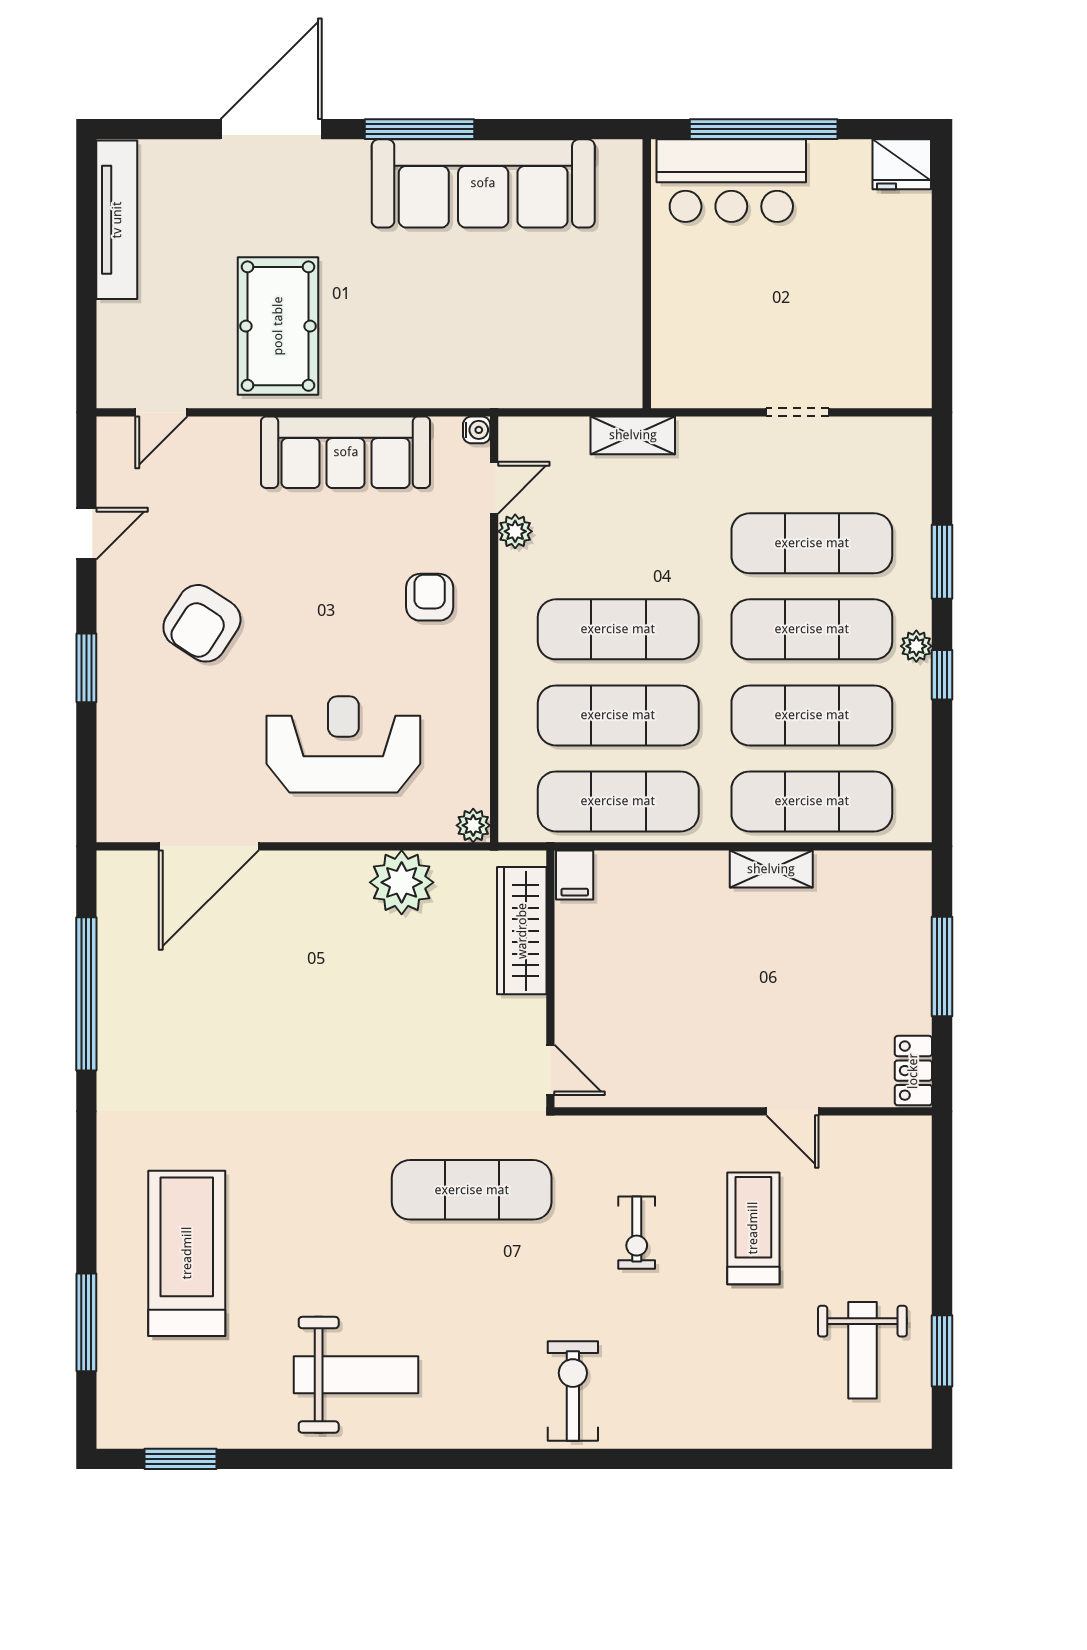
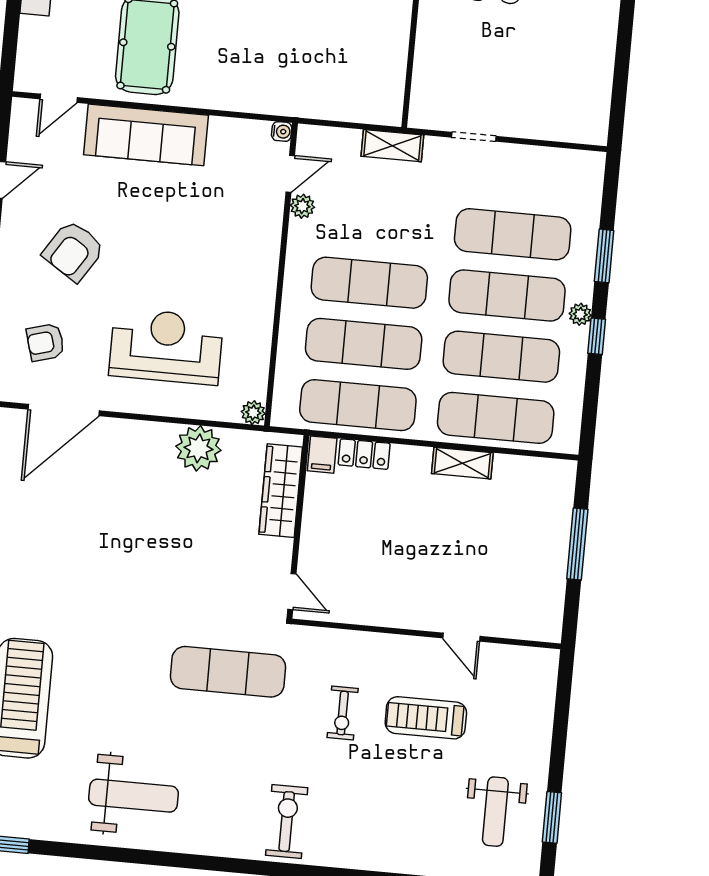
doorway: (797, 412) -> (474, 137), moved
sofa: (346, 452) -> (146, 135), moved
armchair: (430, 597) -> (45, 342), moved, turned -106
locker: (913, 1071) -> (364, 454), moved, turned -90
treadmill: (753, 1228) -> (426, 718), turned -90

